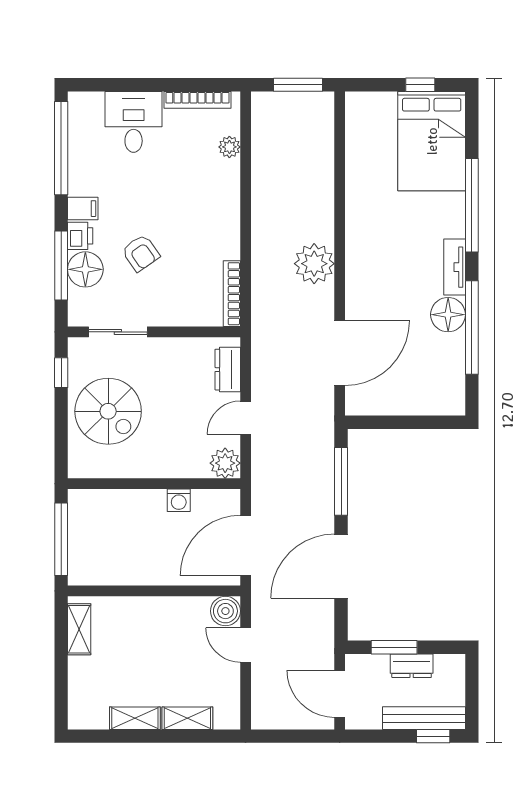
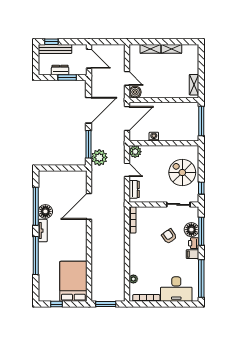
desk: (134, 122) -> (176, 289), width x1.37
bed: (432, 141) -> (73, 281), moved
plant: (314, 264) -> (99, 157), moved
door: (340, 353) -> (89, 206), moved
door: (246, 418) -> (127, 170), hinge flipped

